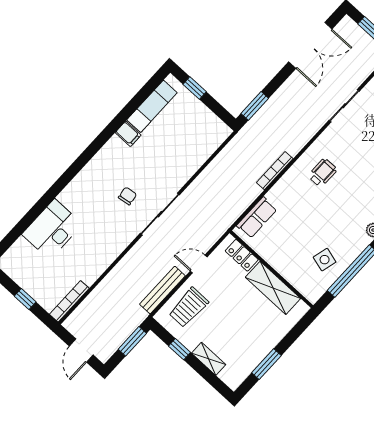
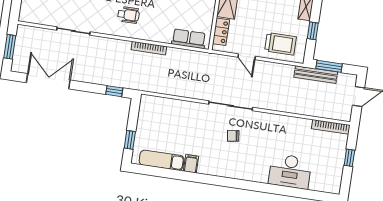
window: (255, 106) -> (114, 91), width x0.67
wheelchair: (323, 173) -> (128, 15), turned 180
bench: (162, 290) -> (316, 75), moved

